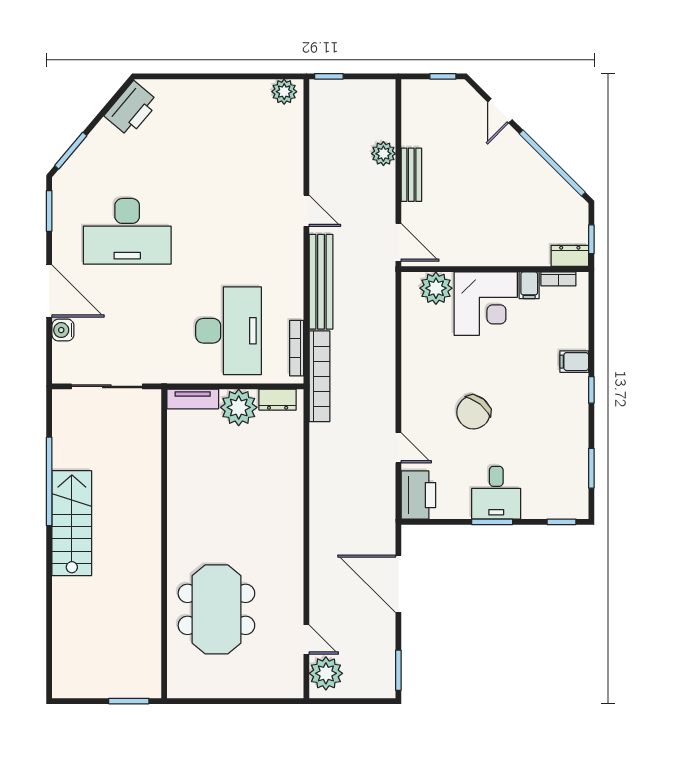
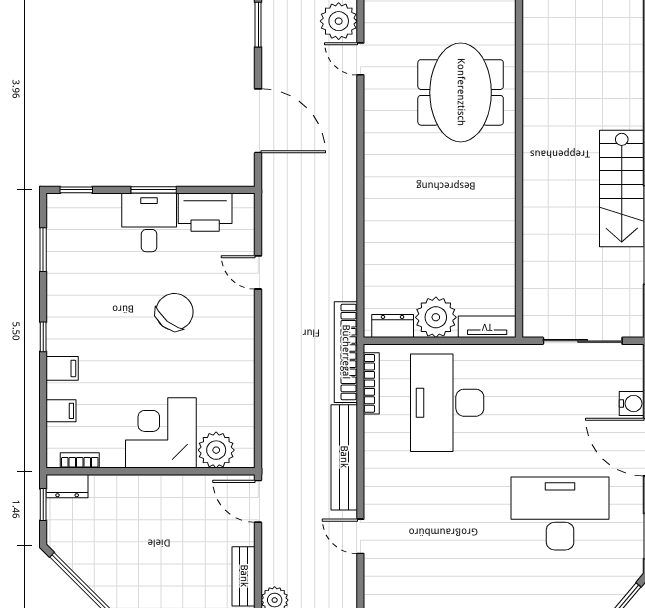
filing cabinet: (529, 285) -> (61, 411), moved, turned 90
printer: (418, 495) -> (205, 212), moved, turned -90

